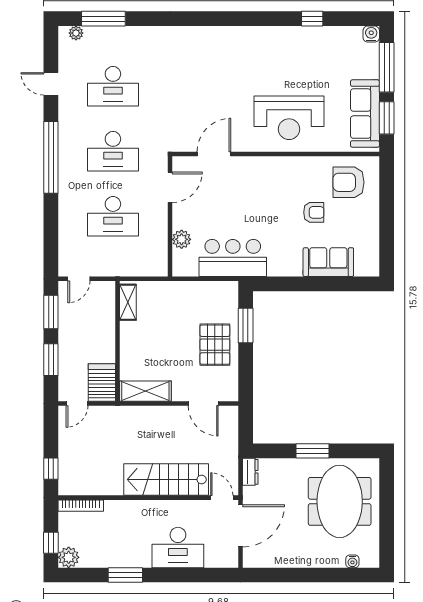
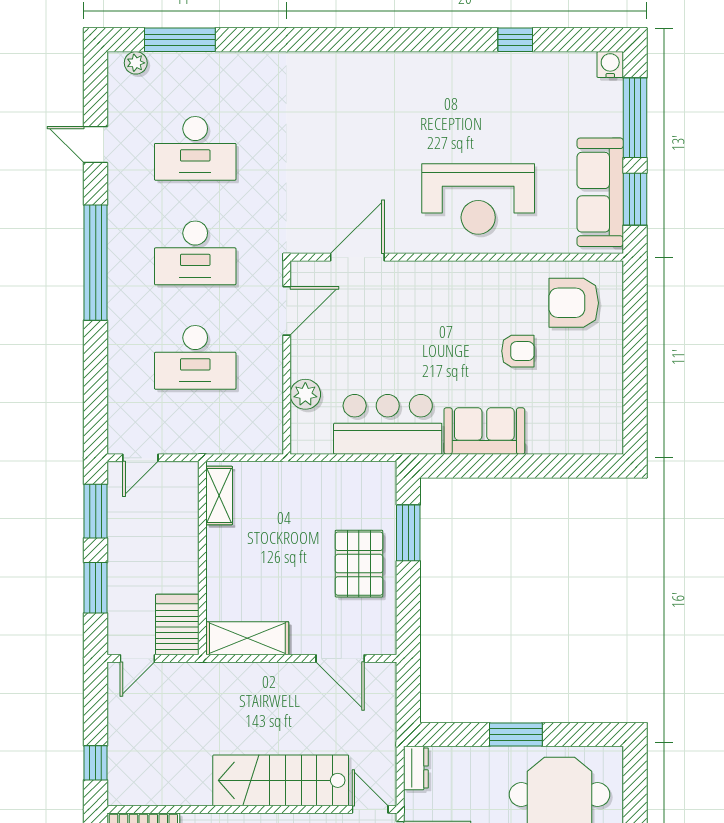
sofa: (328, 262) -> (484, 431), moved

